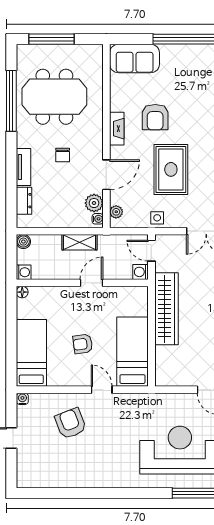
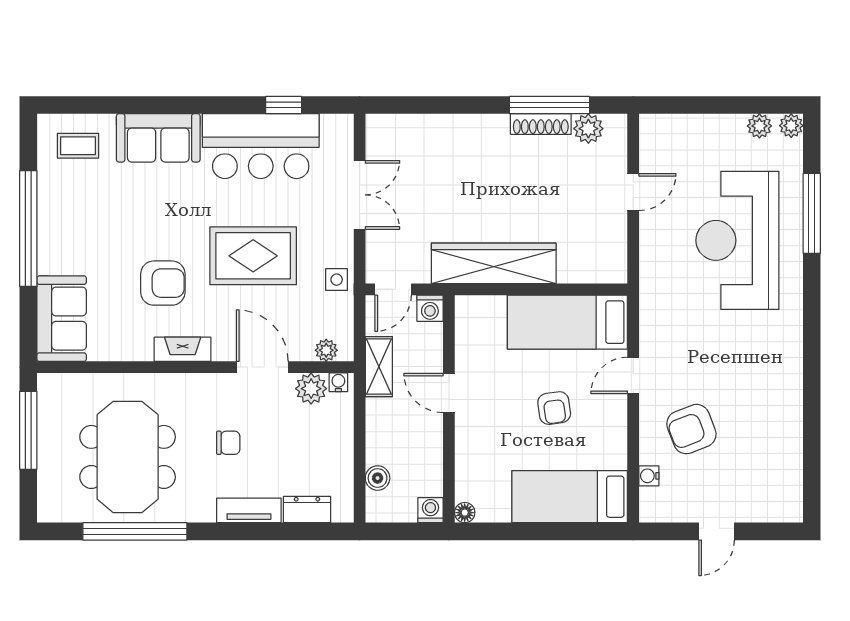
window: (52, 39) -> (28, 430), moved
boiler: (23, 242) -> (378, 478), moved
shelving: (80, 242) -> (379, 367), moved
water cooler: (22, 399) -> (649, 476), moved

